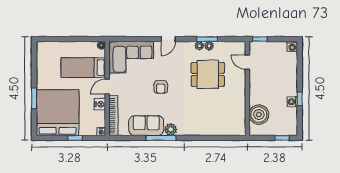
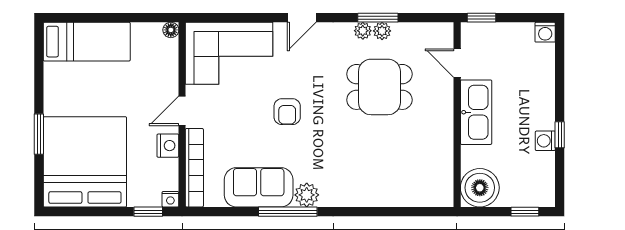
bed: (83, 68) -> (87, 42), moved, turned 180
kitchen sink: (257, 87) -> (476, 112), added
boiler: (259, 114) -> (480, 188), moved
window: (75, 138) -> (148, 212), moved

